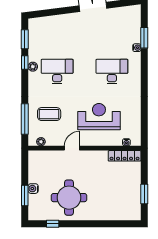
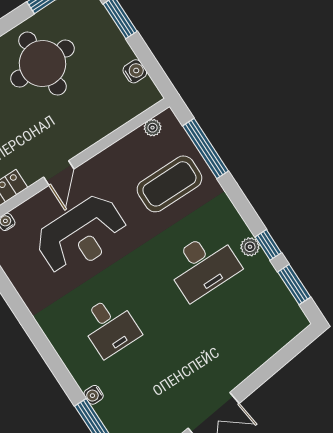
desk: (112, 71) -> (110, 326), width x0.73
coffee table: (49, 114) -> (169, 184), width x1.36, depth x1.32
door: (72, 148) -> (59, 173), moved
water cooler: (33, 189) -> (135, 71), moved

